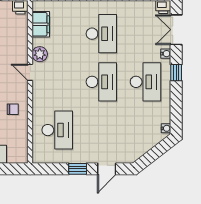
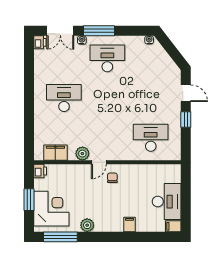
window: (176, 73) -> (99, 31), width x2.17
desk: (101, 82) -> (107, 98), removed
chair: (13, 109) -> (112, 178), moved

